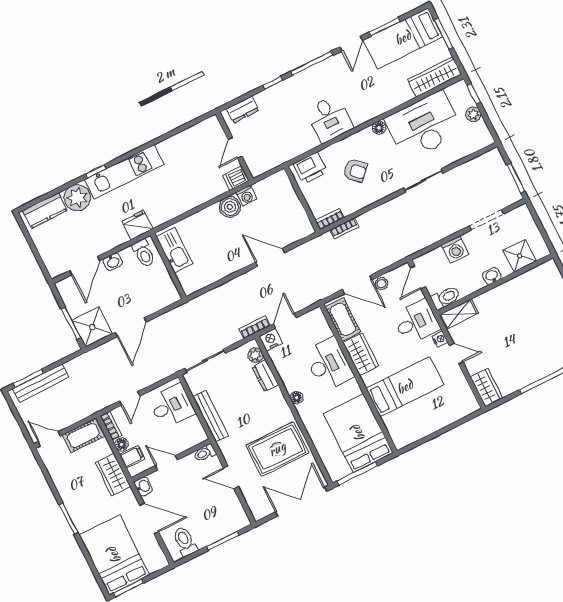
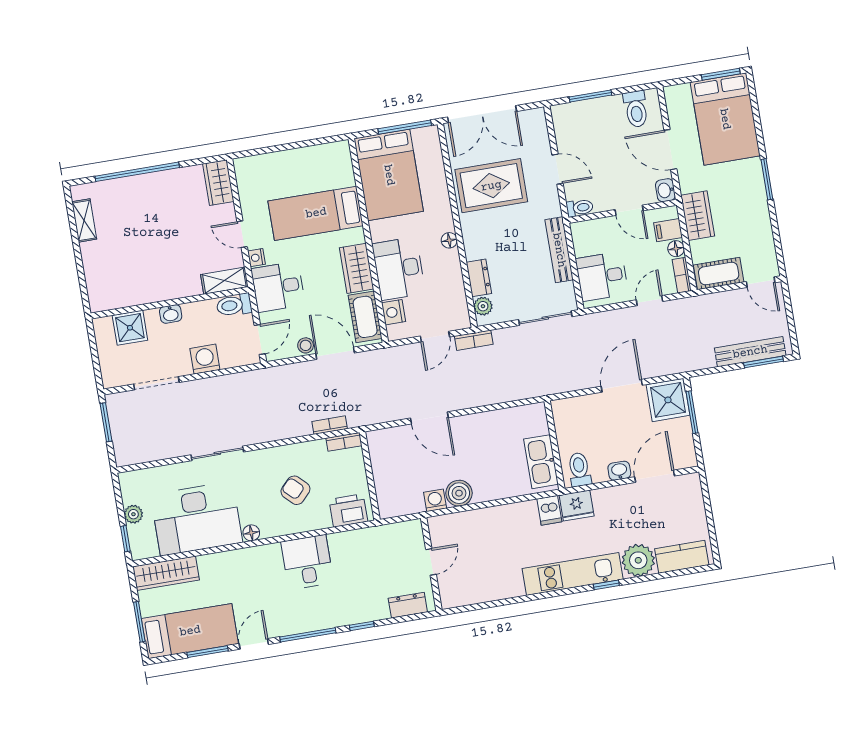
dishwasher: (236, 178) -> (549, 510), moved, turned 90
nightstand: (271, 340) -> (394, 312), moved, turned 90

